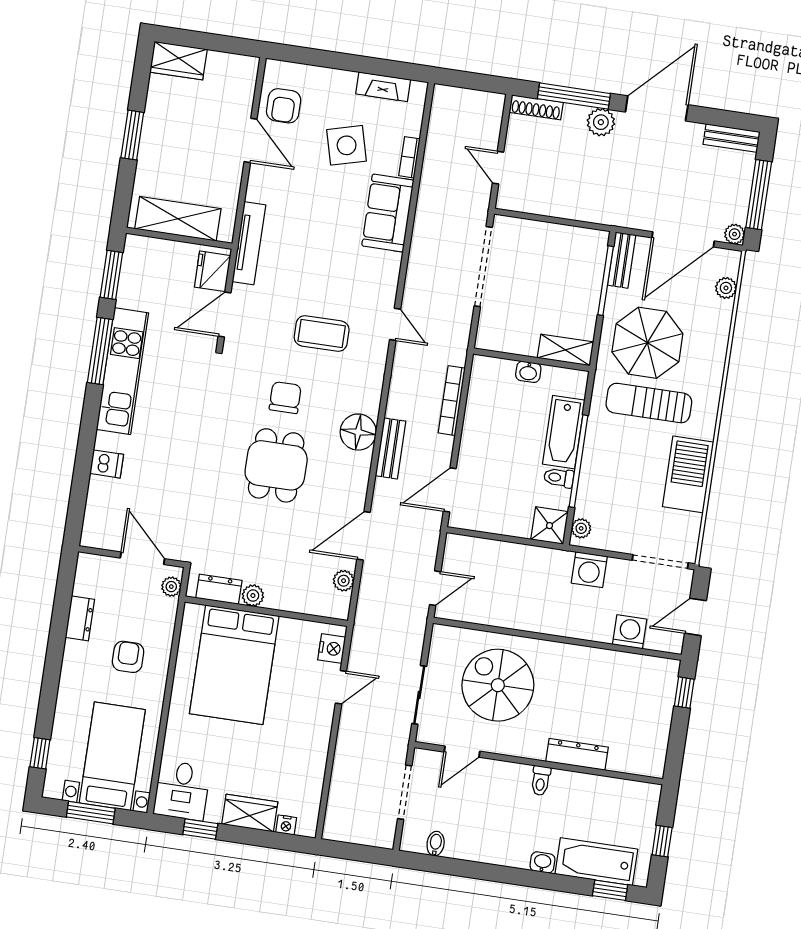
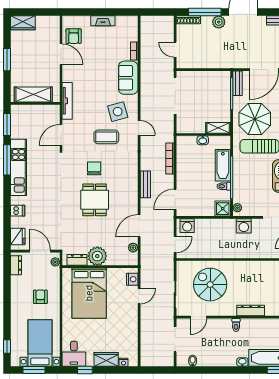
fireplace: (383, 87) -> (103, 21), moved
side table: (347, 145) -> (118, 112), moved
fridge: (213, 271) -> (18, 236), moved, turned 180
floor lamp: (358, 432) -> (130, 179), removed
plant: (253, 596) -> (97, 256), width x1.88, depth x1.88
dresser: (80, 618) -> (16, 265), moved
washing machine: (630, 632) -> (187, 226), moved, turned 180

